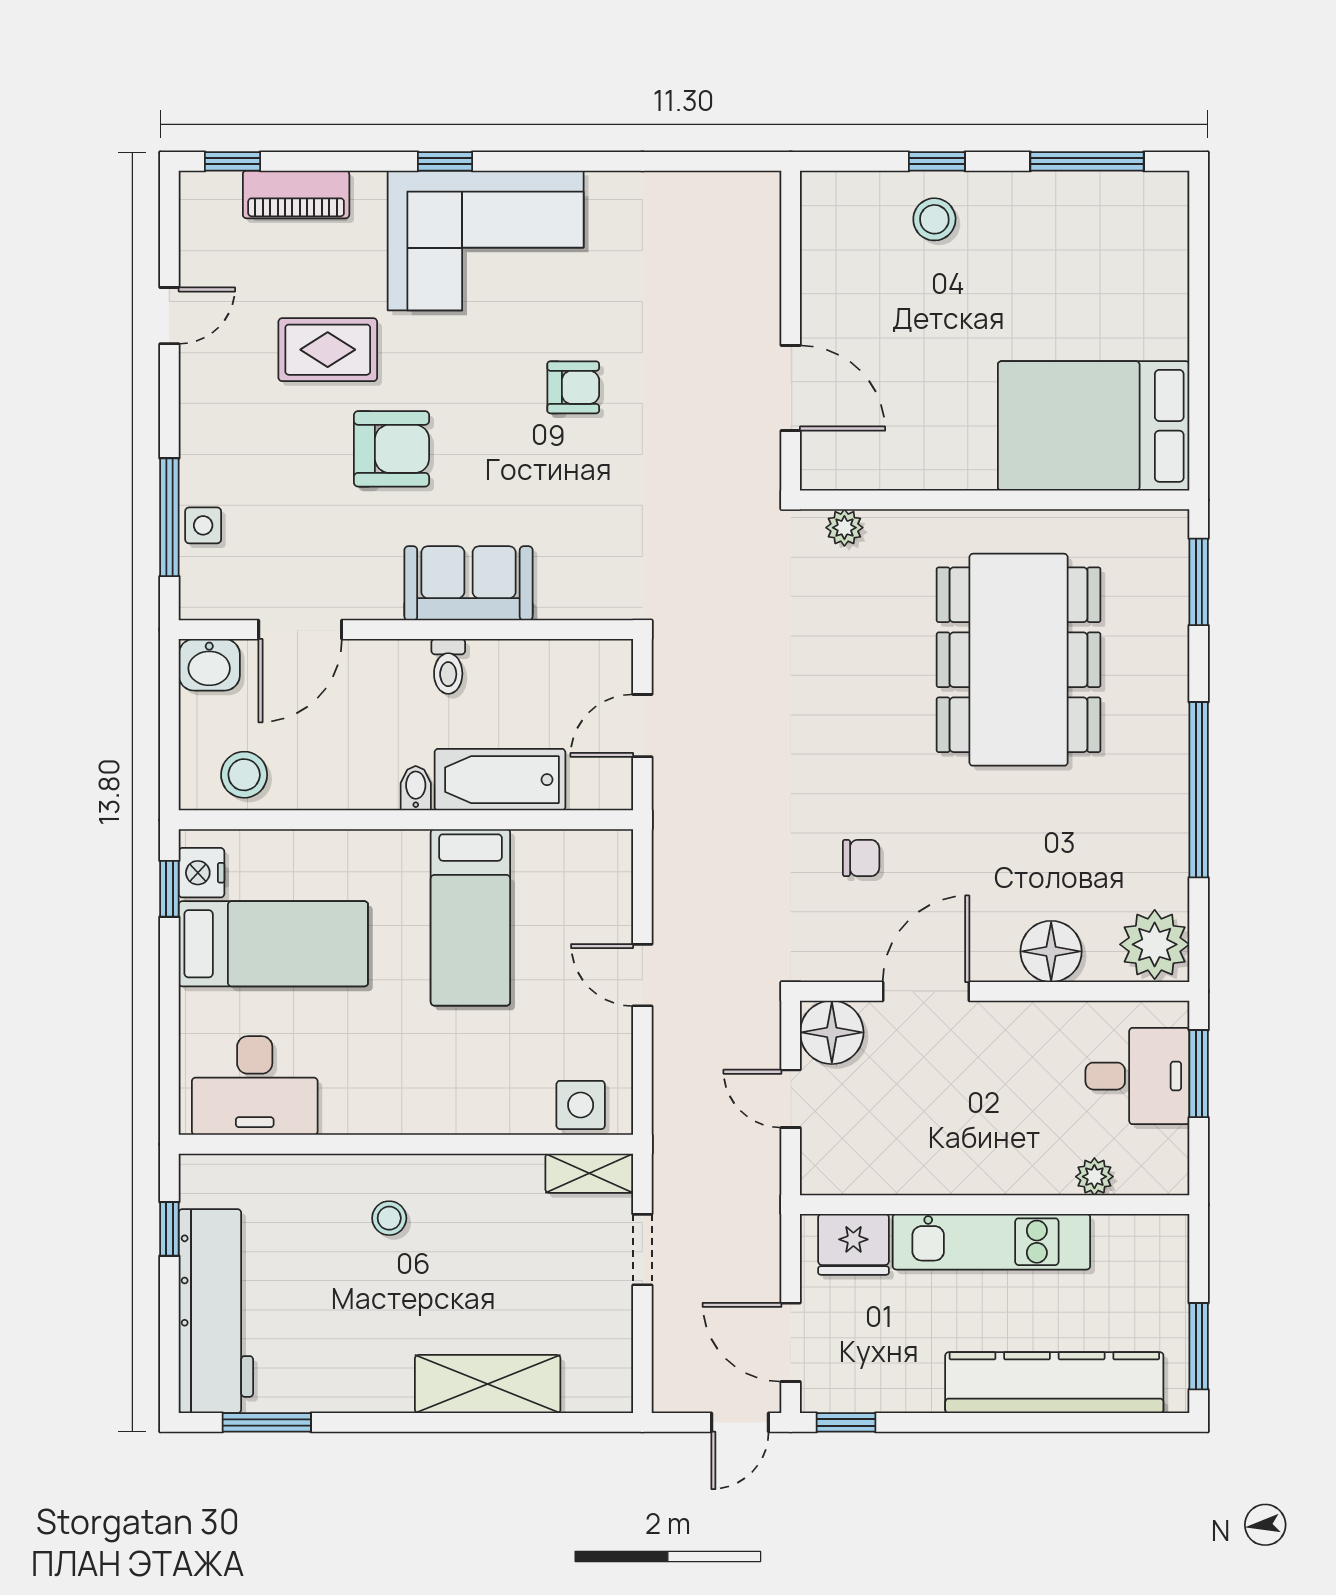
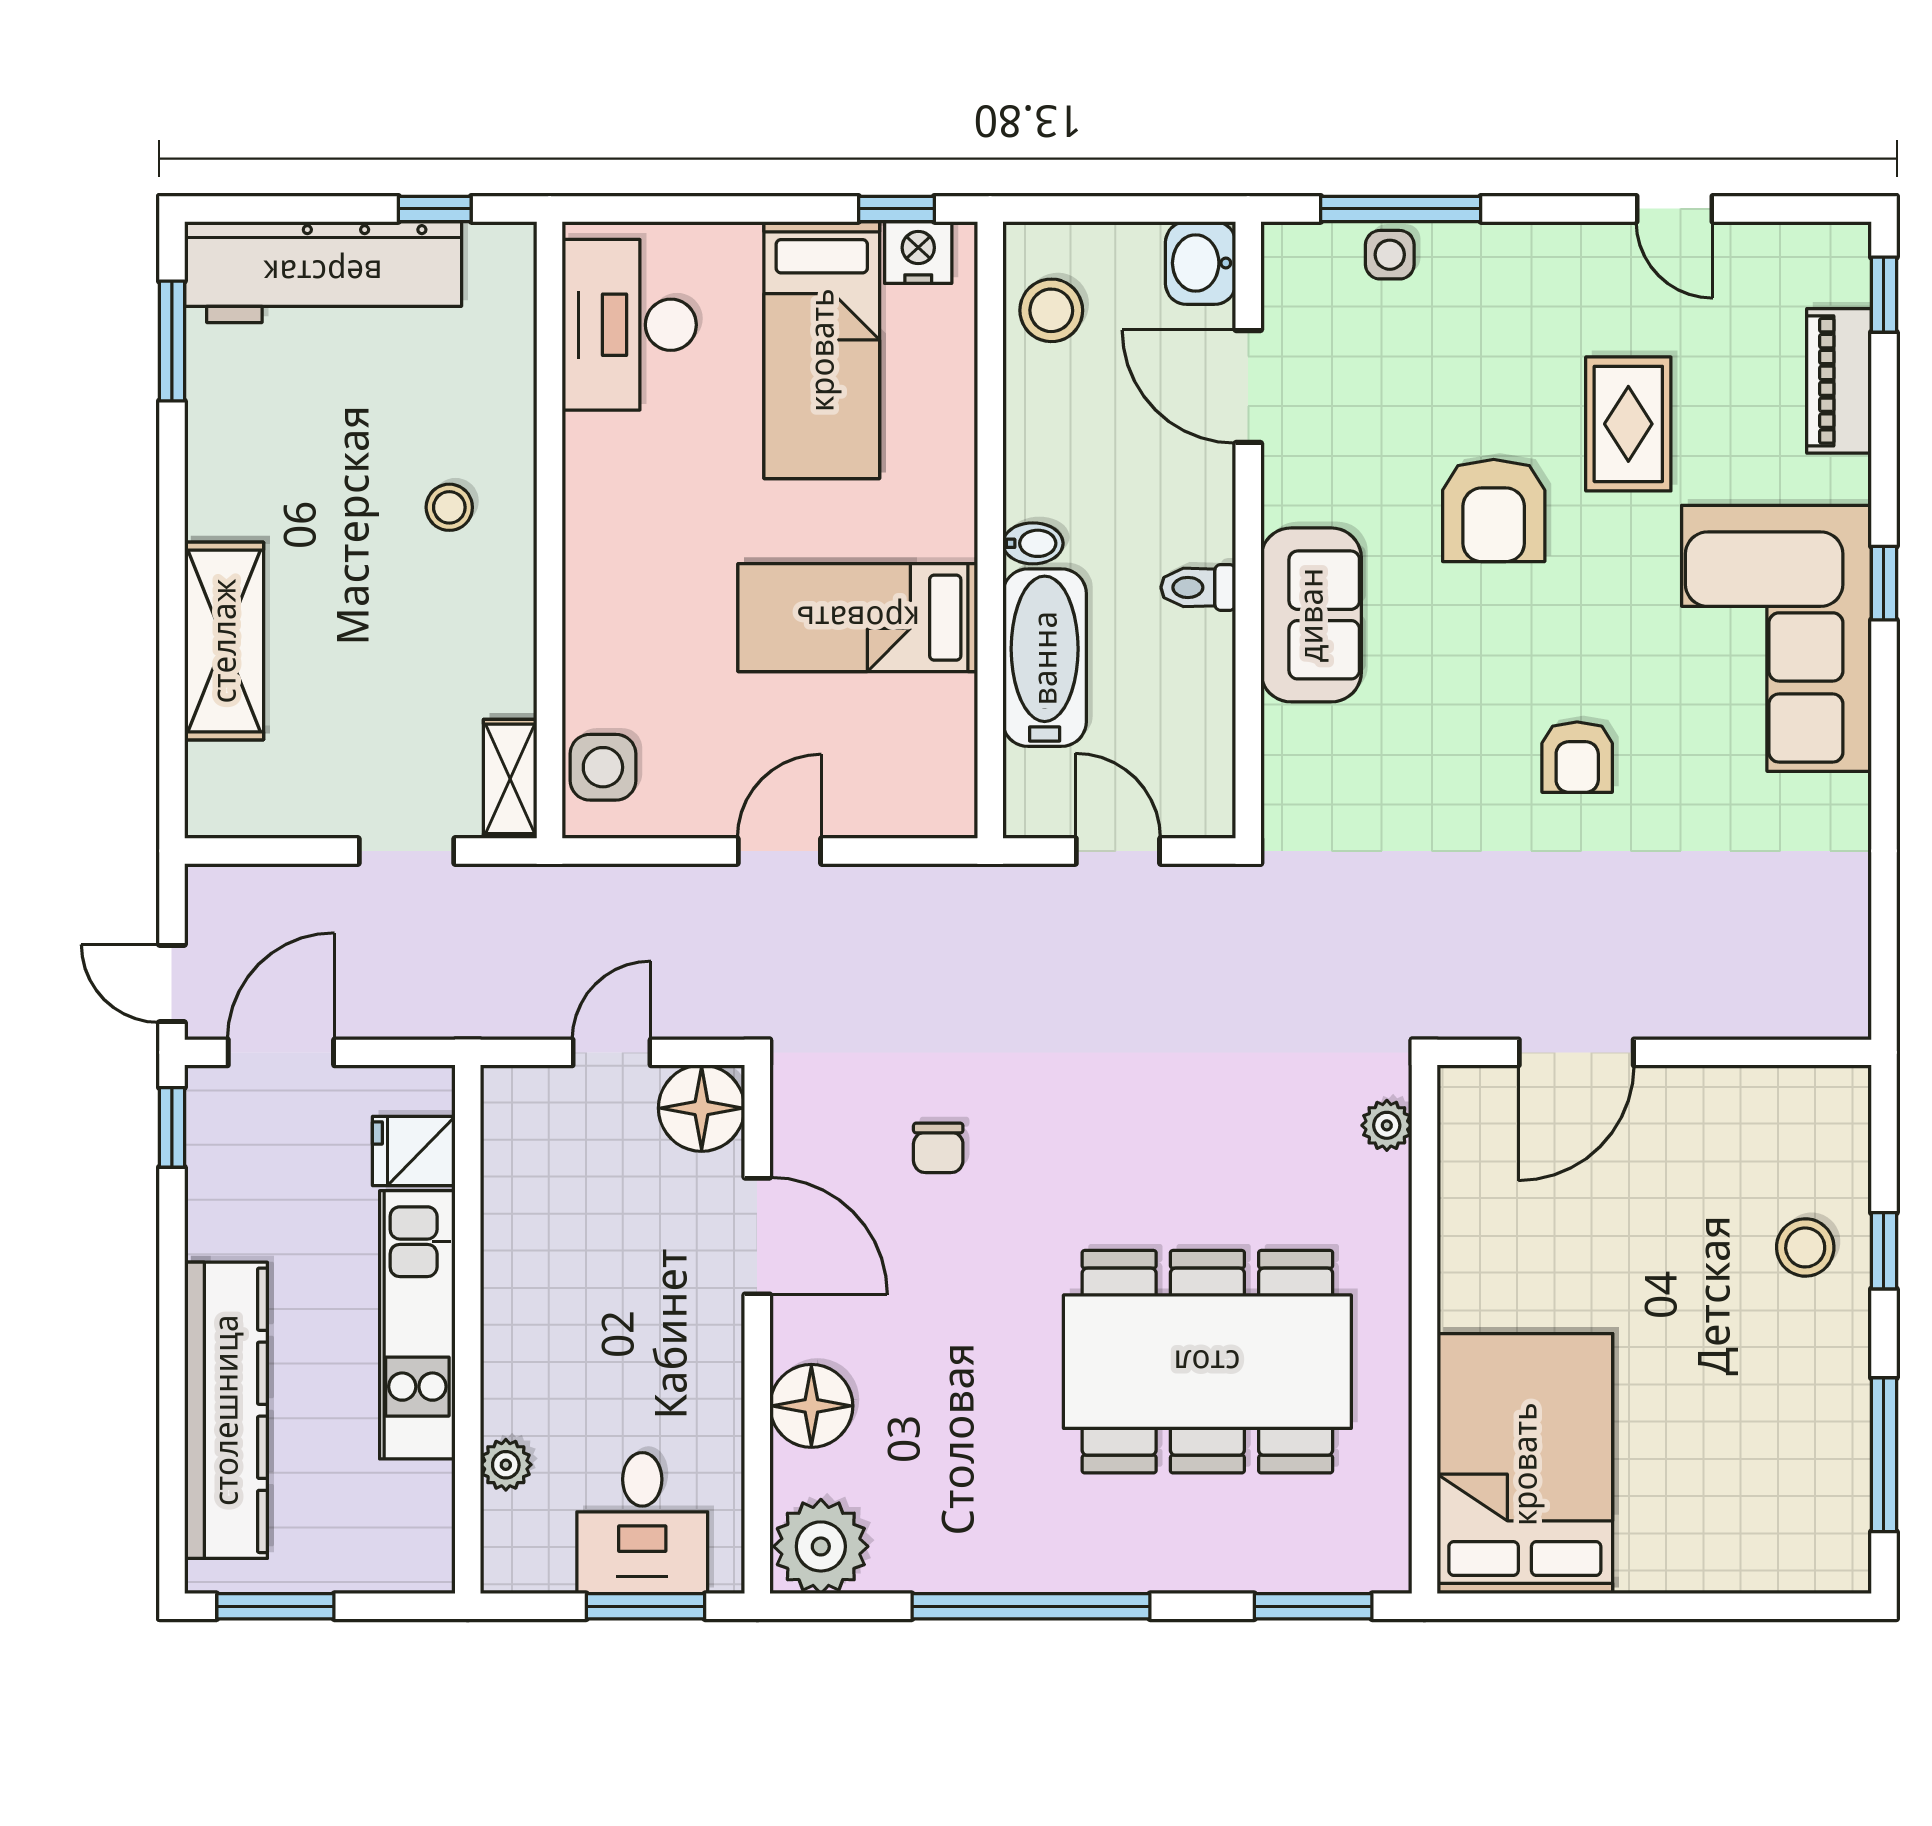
fridge: (853, 1244) -> (414, 1151), width x0.72

